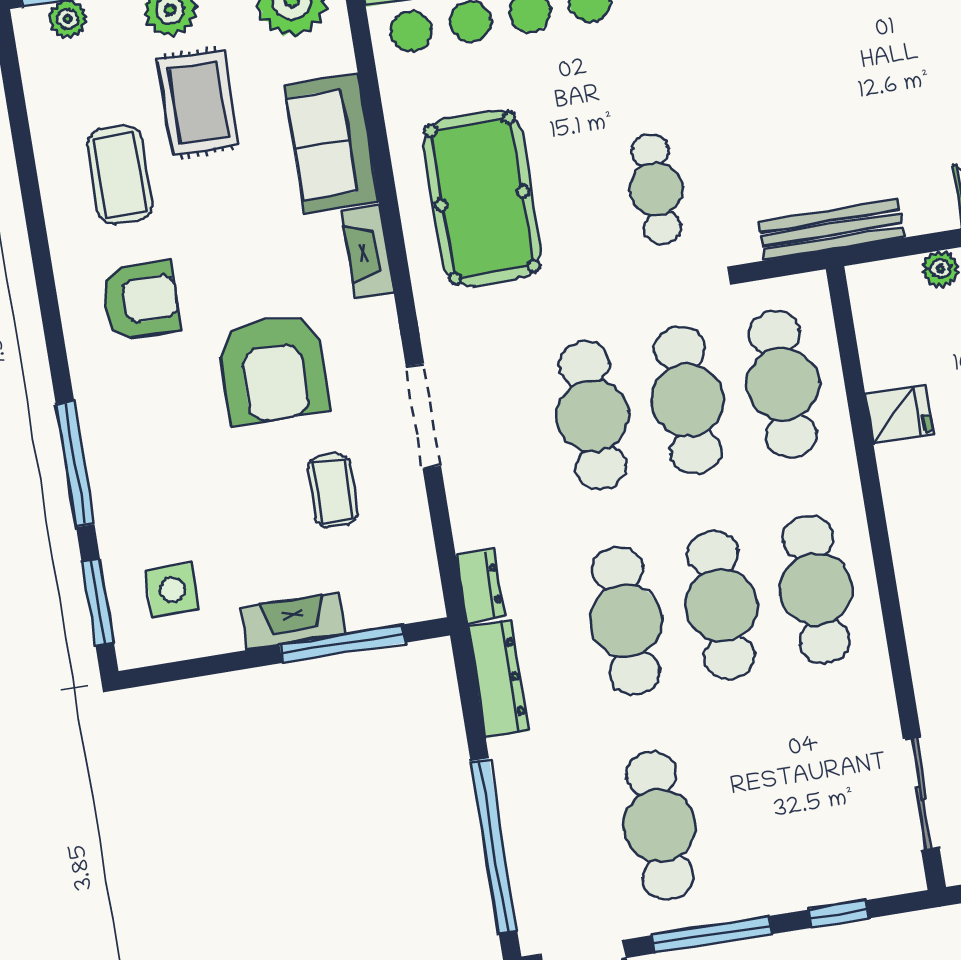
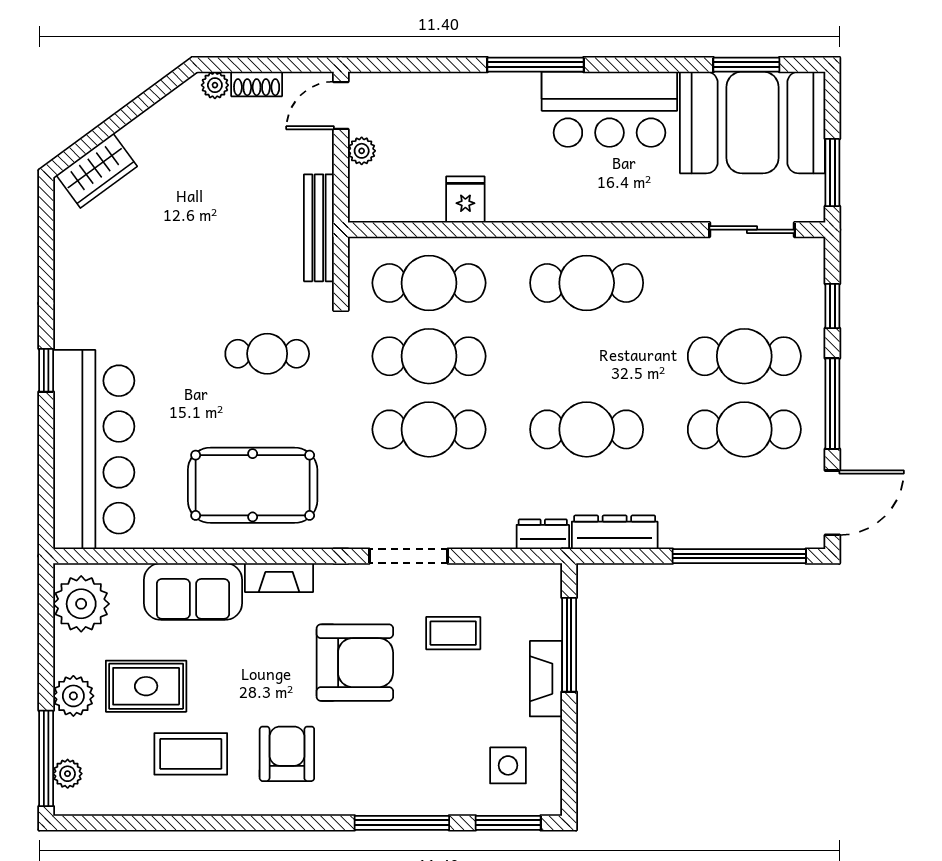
cafe table: (721, 605) -> (744, 356), moved

